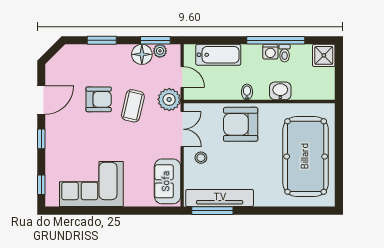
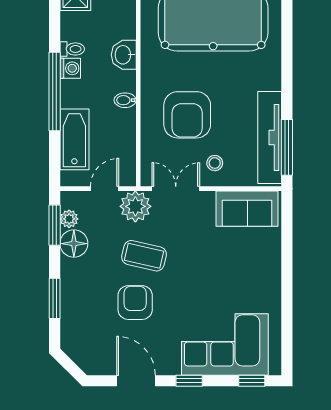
window: (276, 40) -> (55, 91), moved
armchair: (241, 124) -> (187, 115), moved
corner sofa: (91, 184) -> (225, 344), moved, turned 90

